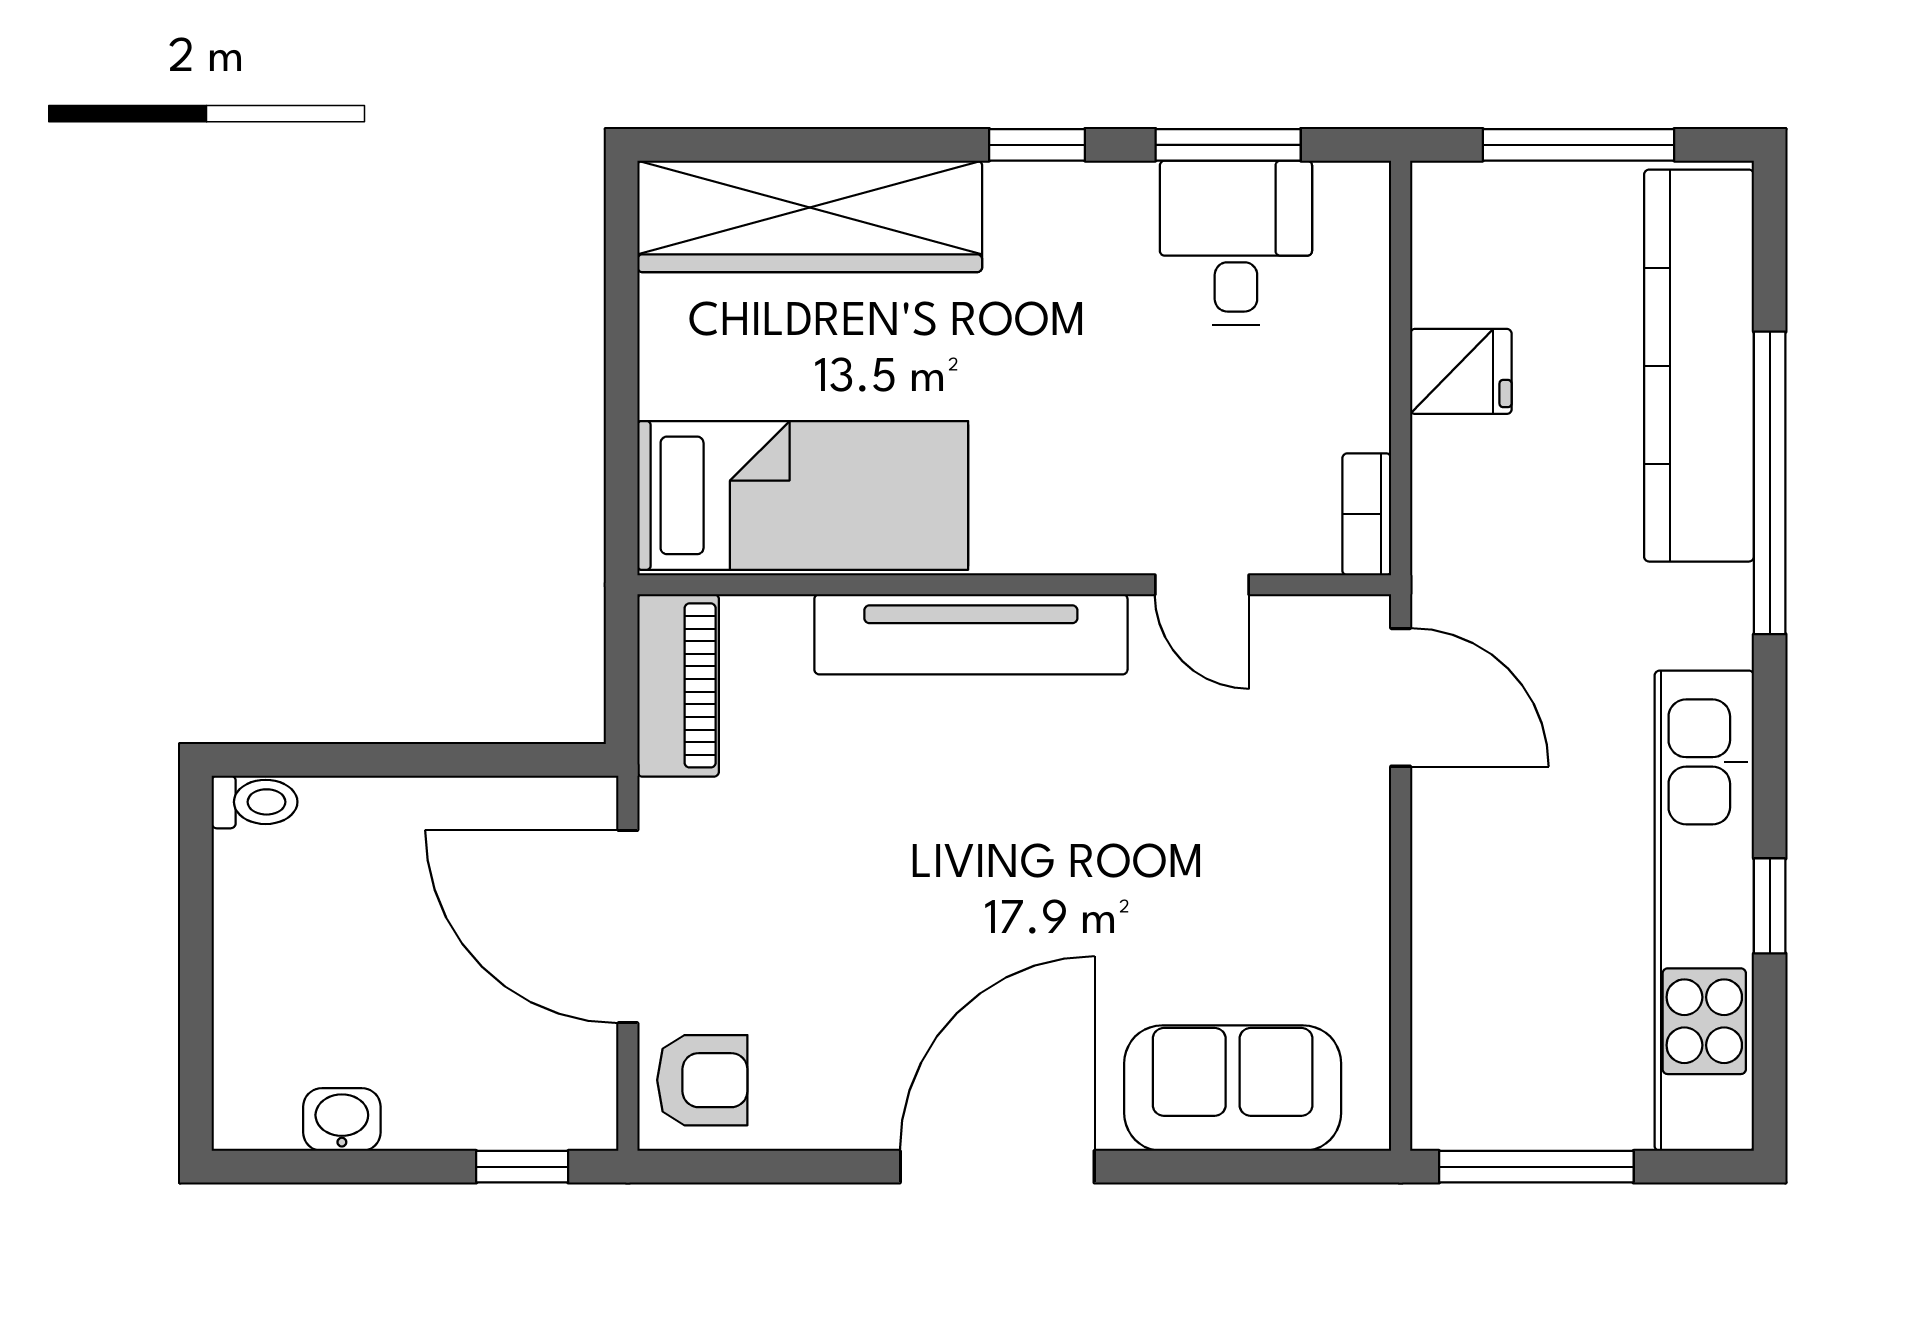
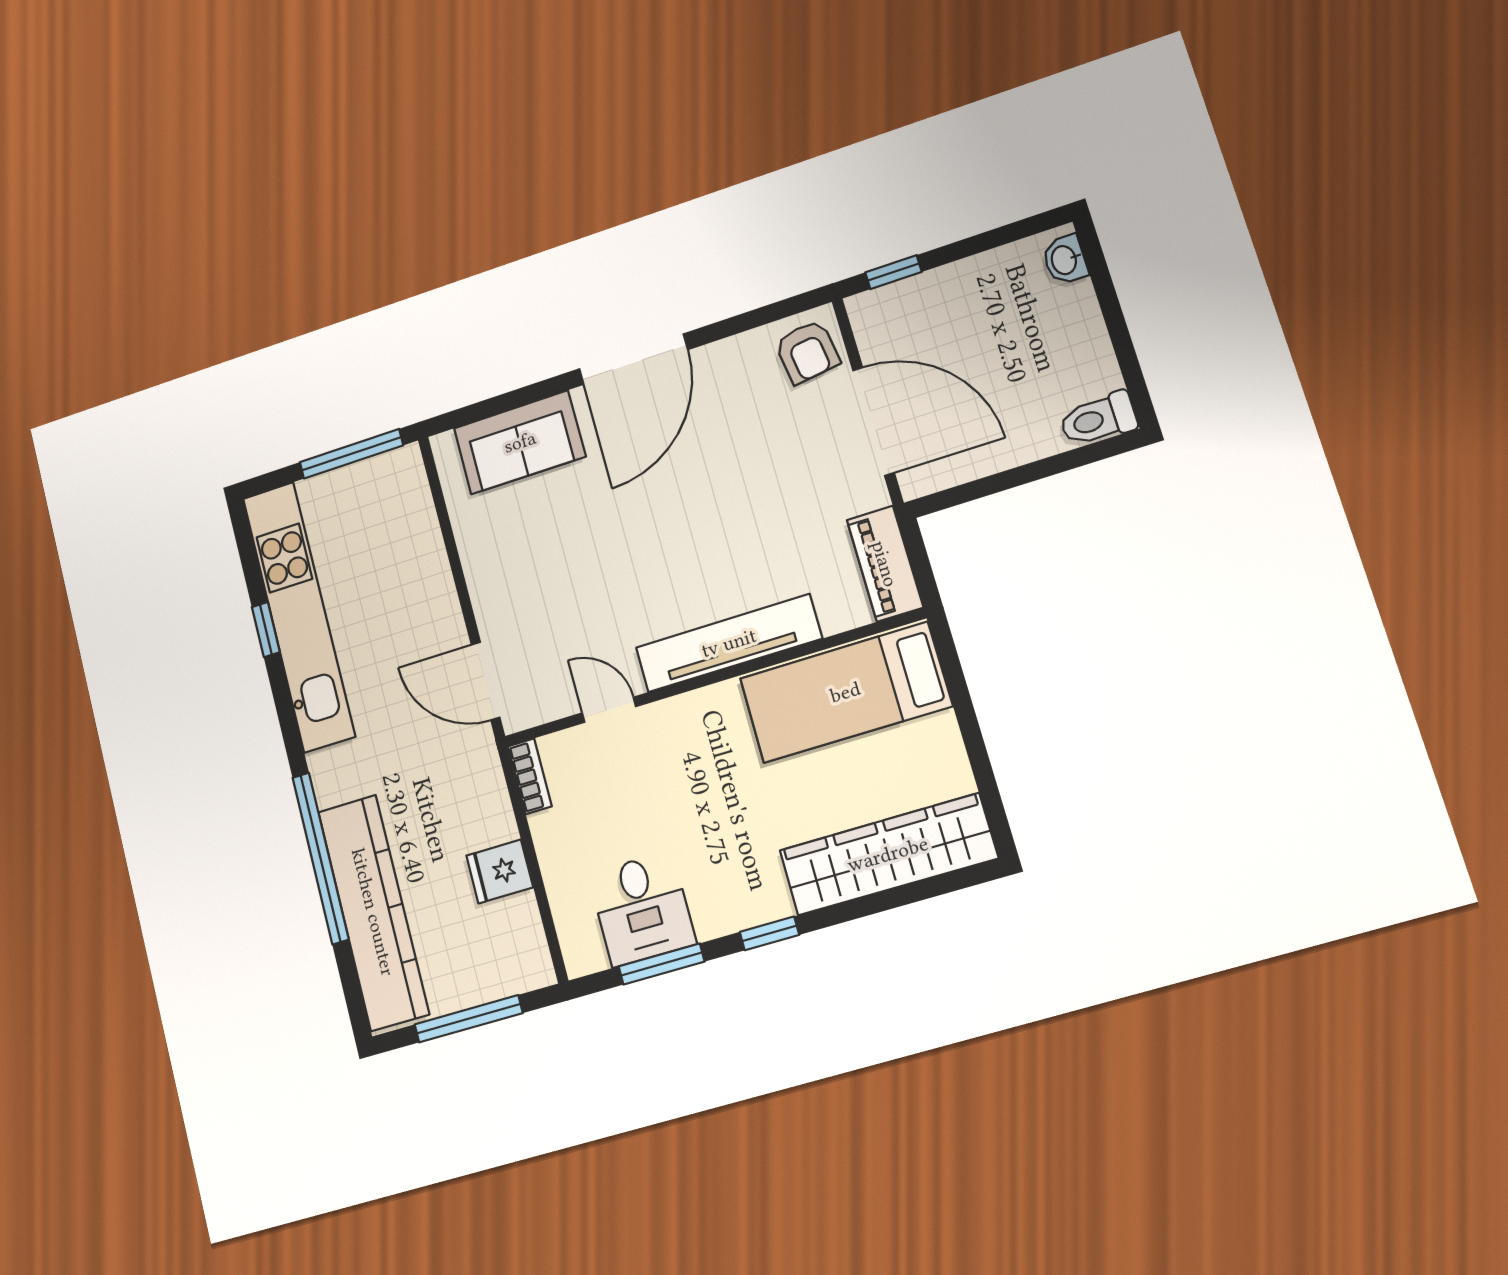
toilet: (255, 802) -> (1098, 419), width x1.37, depth x1.39
armchair: (702, 1080) -> (807, 352), turned -98
washbasin: (342, 1120) -> (1065, 260), moved, turned 90

